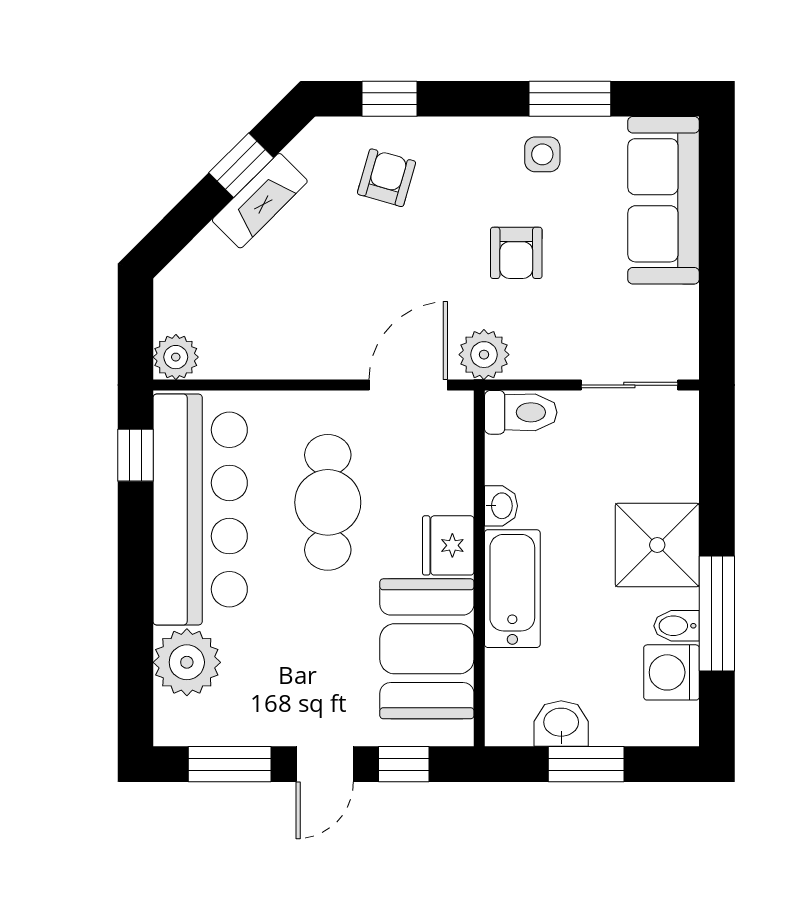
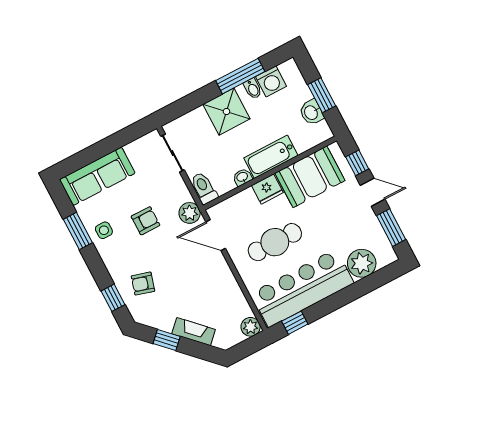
fireplace: (260, 201) -> (194, 332), moved

